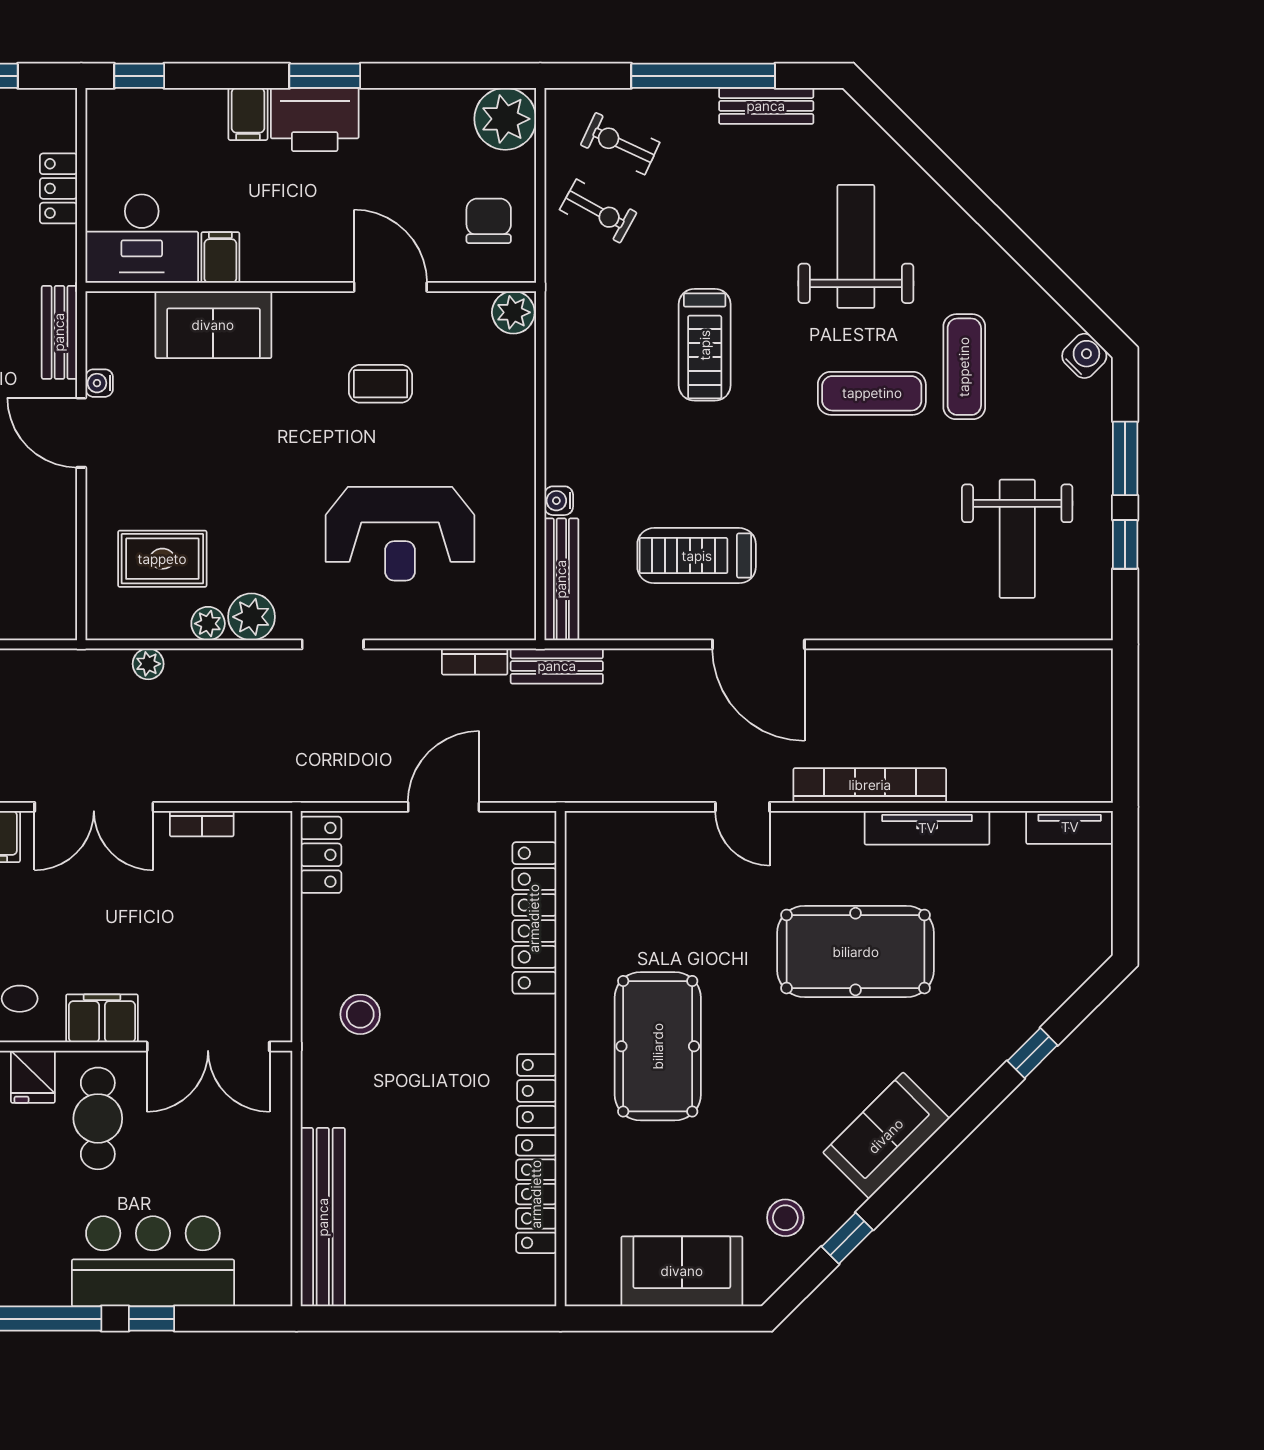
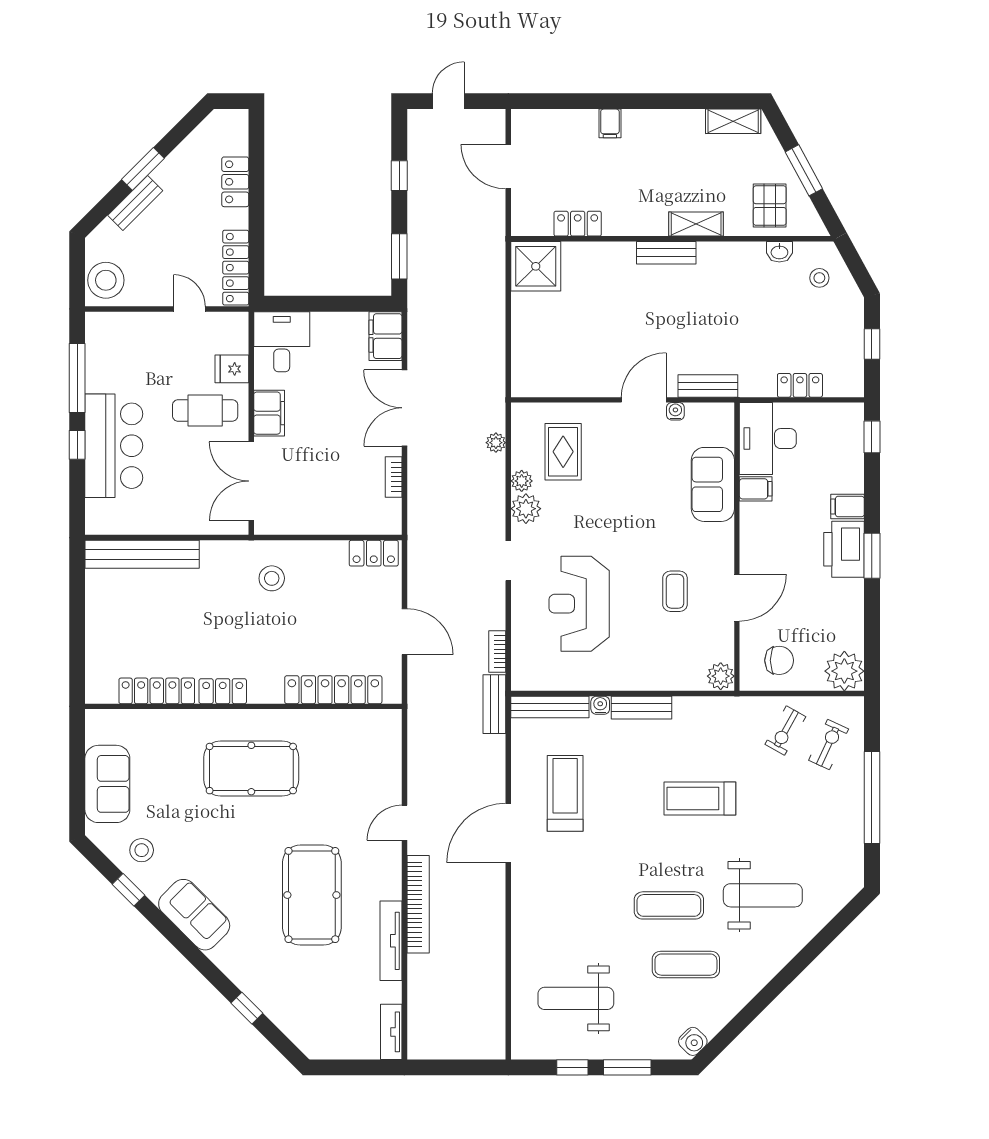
bench: (766, 106) -> (642, 708), moved, turned 90
exercise mat: (872, 393) -> (669, 905), turned 90

